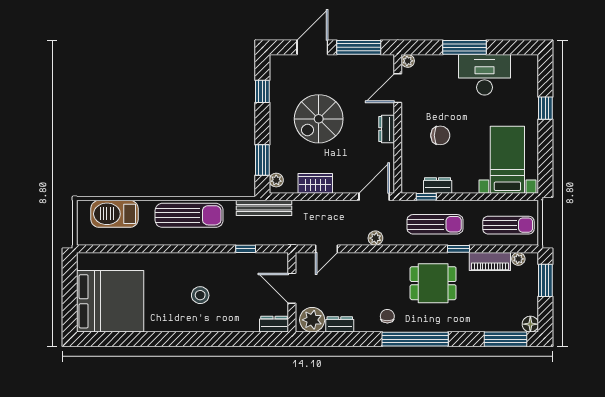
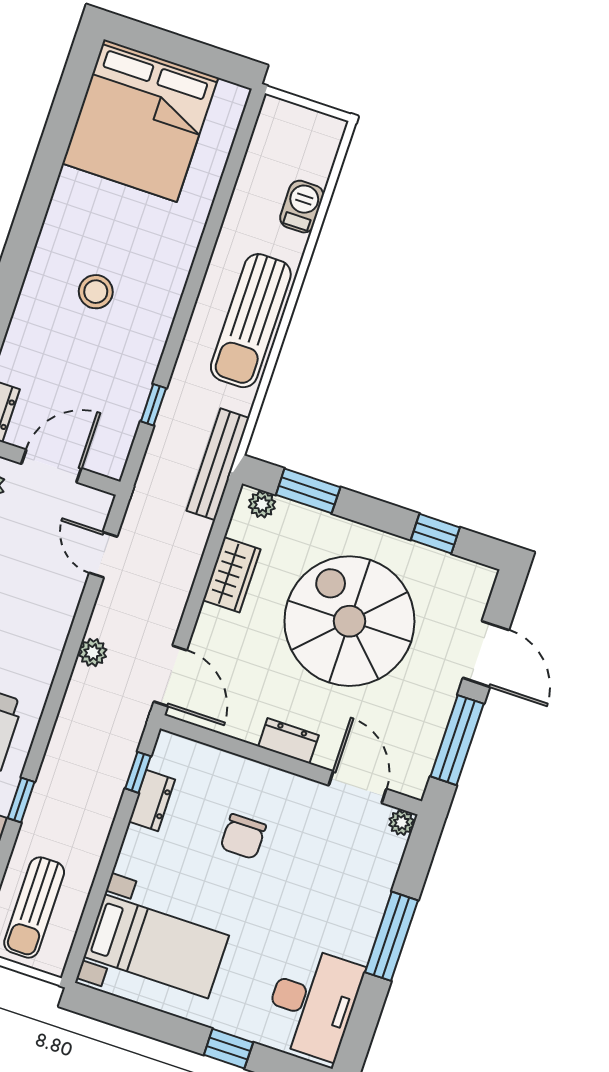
desk: (485, 75) -> (313, 1003), moved
spiral stairs: (319, 119) -> (349, 621), width x1.37, depth x1.37
barbecue: (114, 214) -> (302, 207), width x0.53, depth x0.65
sun lounger: (435, 224) -> (81, 772), removed

